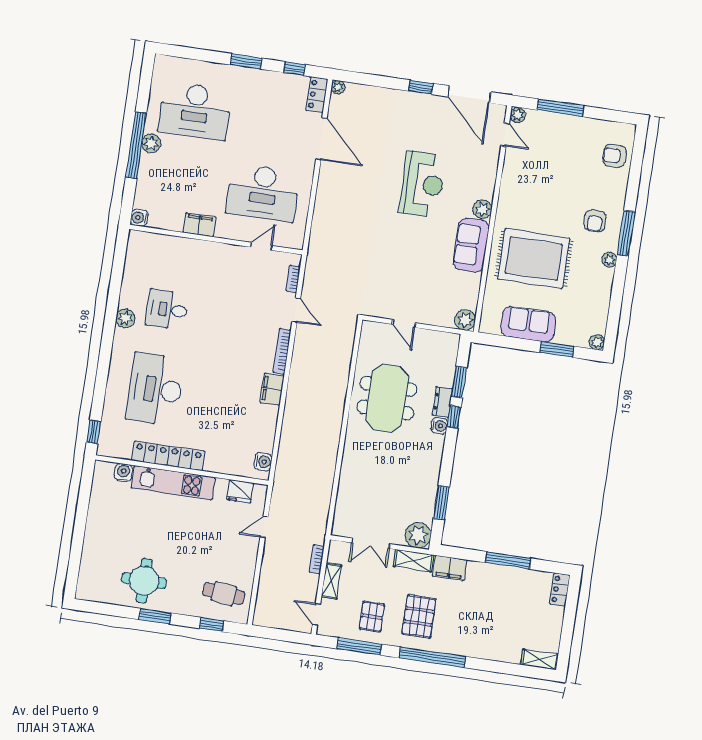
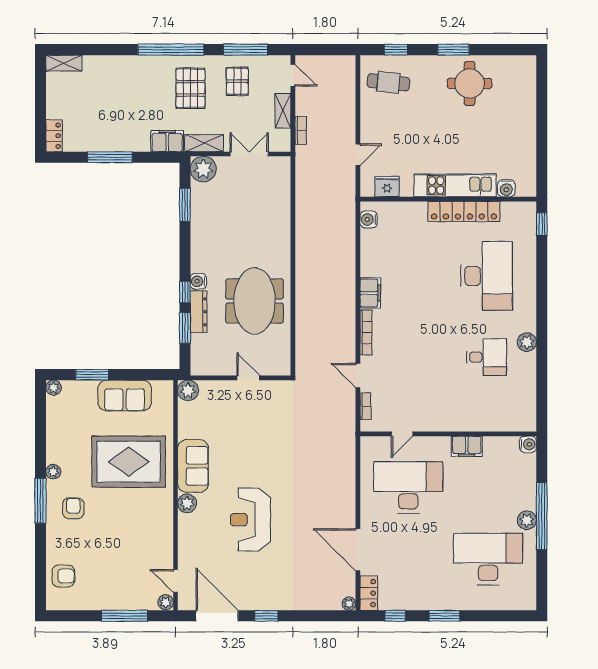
dresser: (442, 402) -> (199, 312), width x1.44

